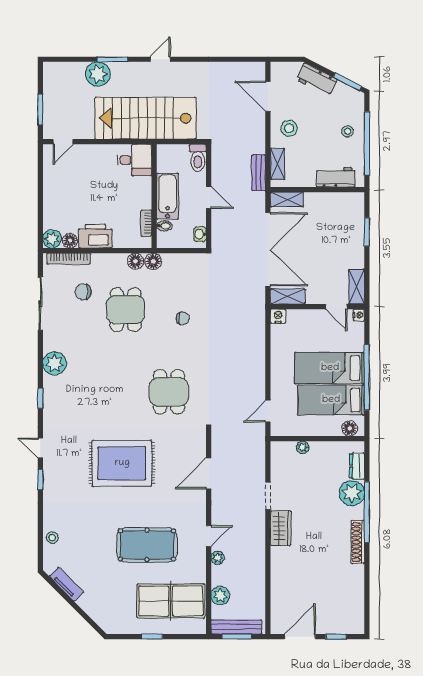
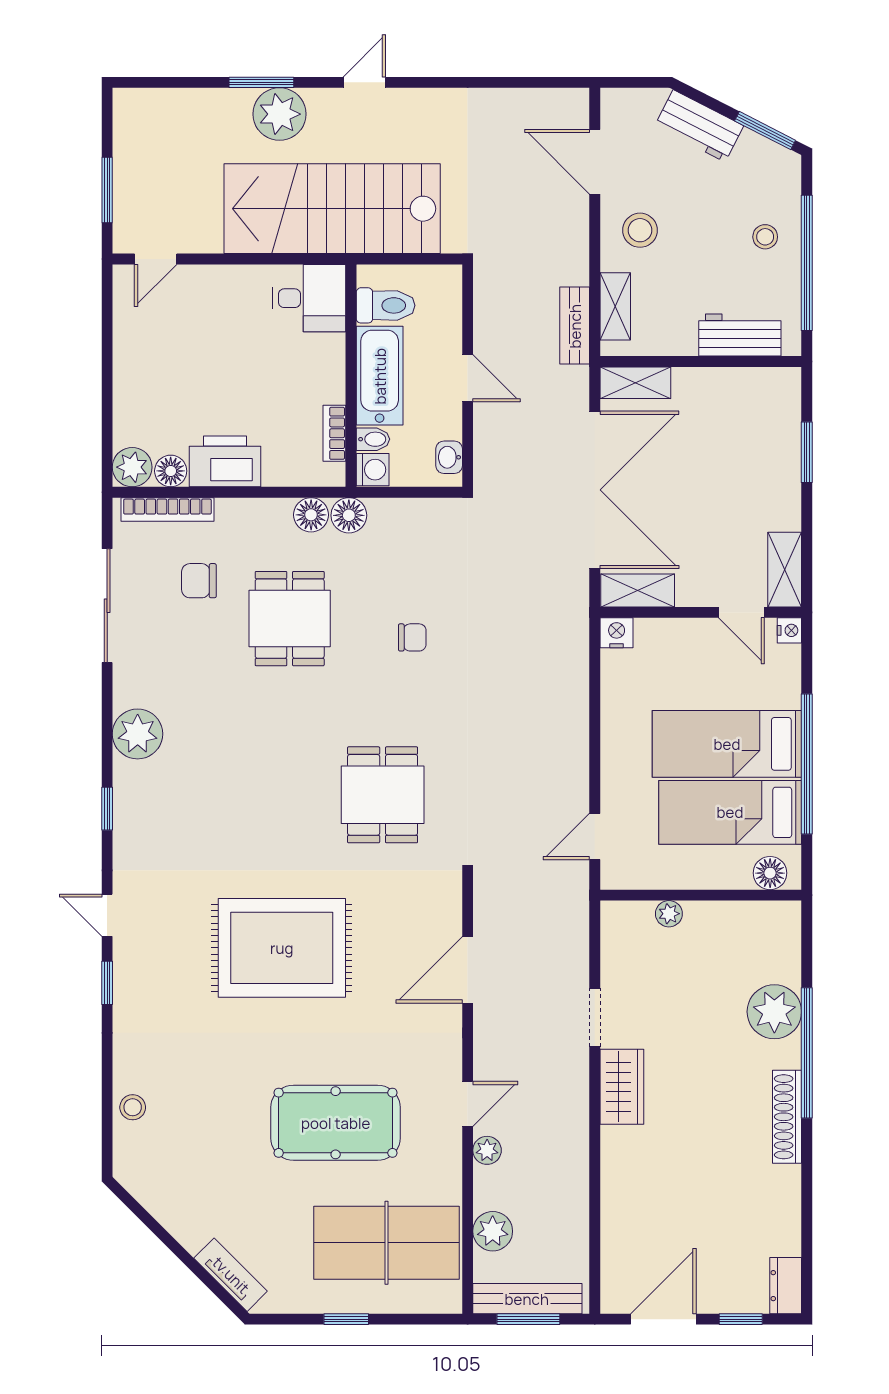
plant: (98, 74) -> (280, 114), moved
toilet: (198, 158) -> (386, 305), moved, turned -90
washing machine: (164, 240) -> (373, 470), added
dresser: (357, 466) -> (786, 1286), moved
tv unit: (66, 584) -> (231, 1275), moved

